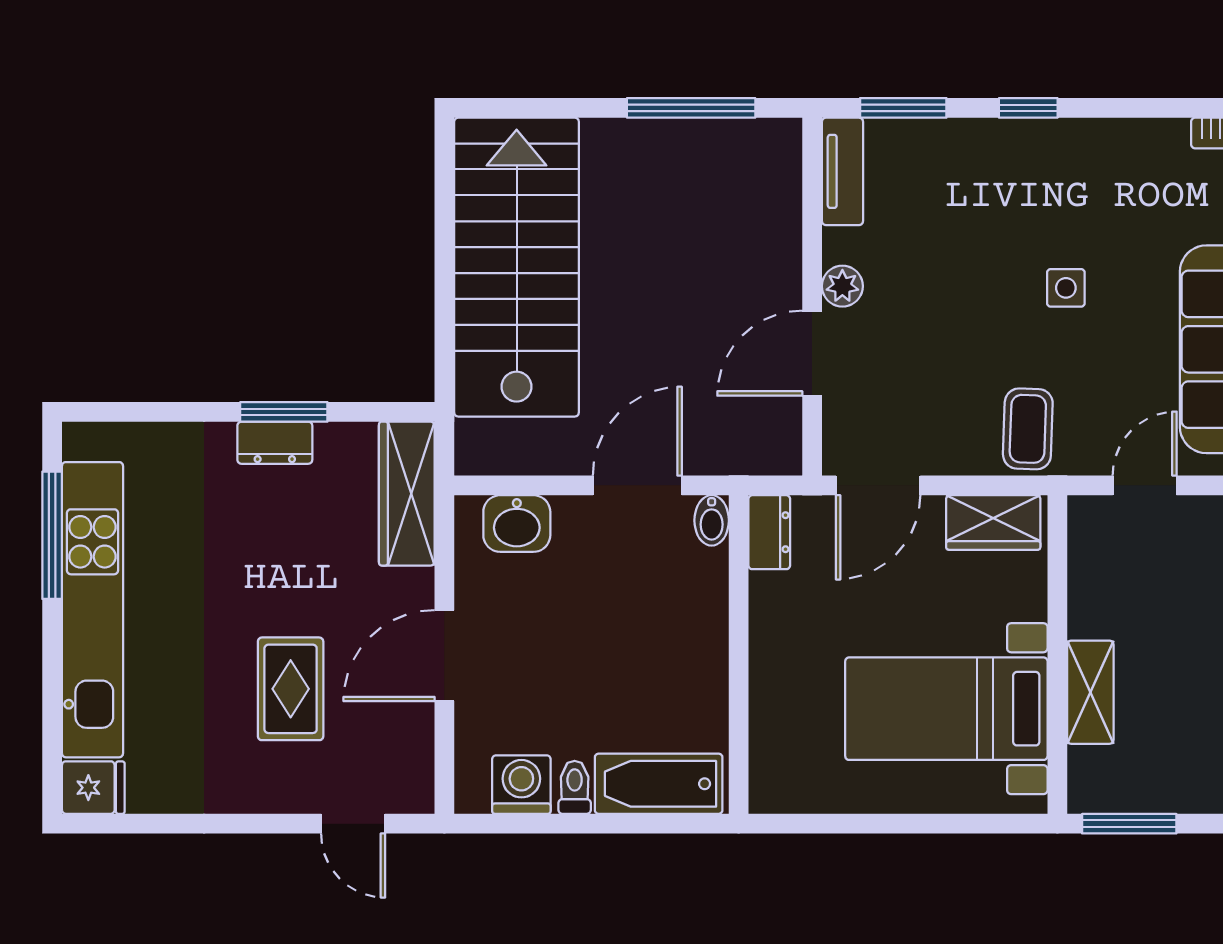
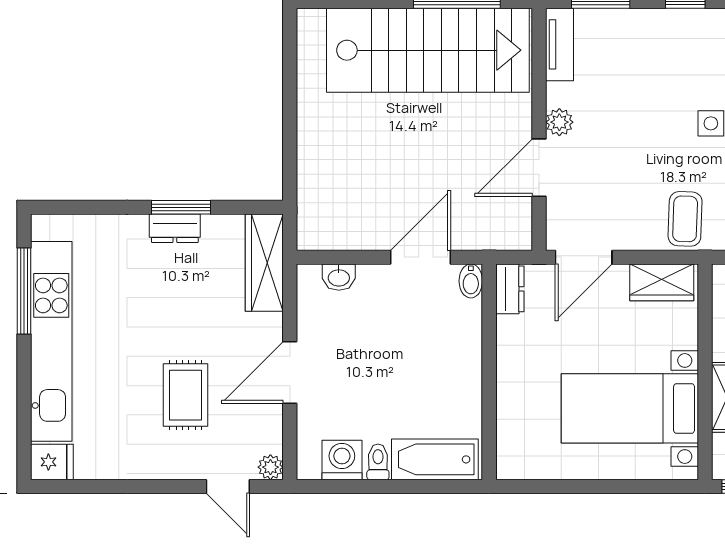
stairs: (517, 267) -> (428, 50), moved, turned 90
washbasin: (517, 524) -> (339, 277), width x0.72, depth x0.69
plant: (416, 795) -> (270, 467), added

